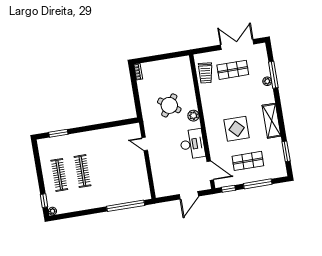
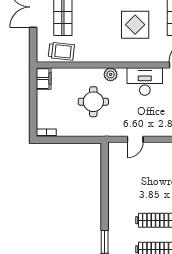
filing cabinet: (181, 62) -> (44, 79), added
round table: (169, 105) -> (93, 102), turned -36

